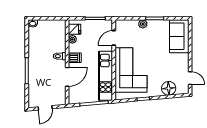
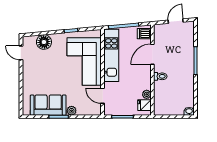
sofa: (179, 36) -> (48, 105), moved, turned -90
door: (114, 38) -> (103, 96), swing flipped
dishwasher: (75, 58) -> (144, 34), moved

